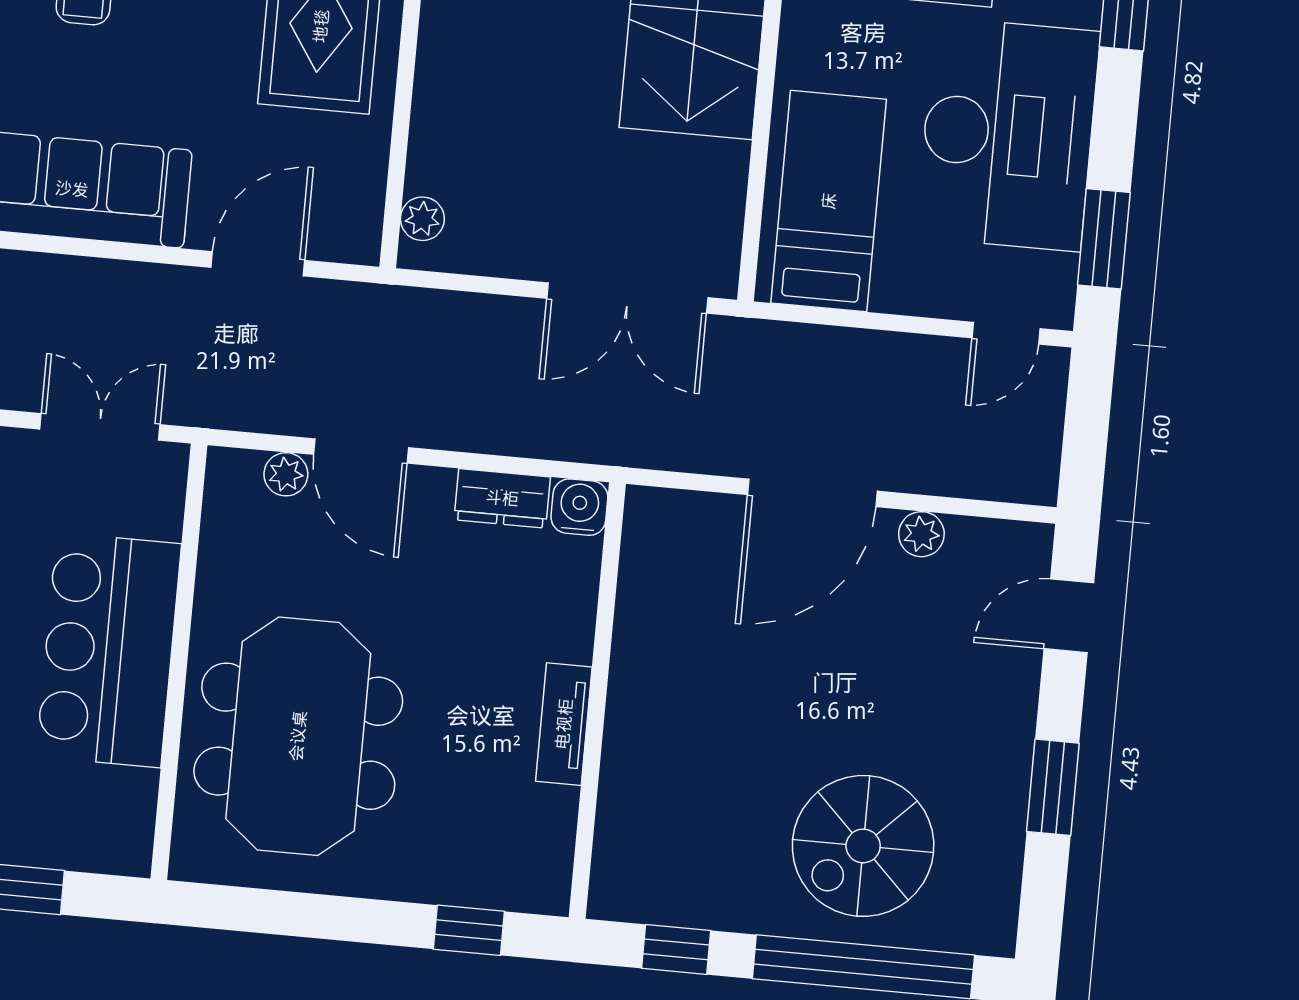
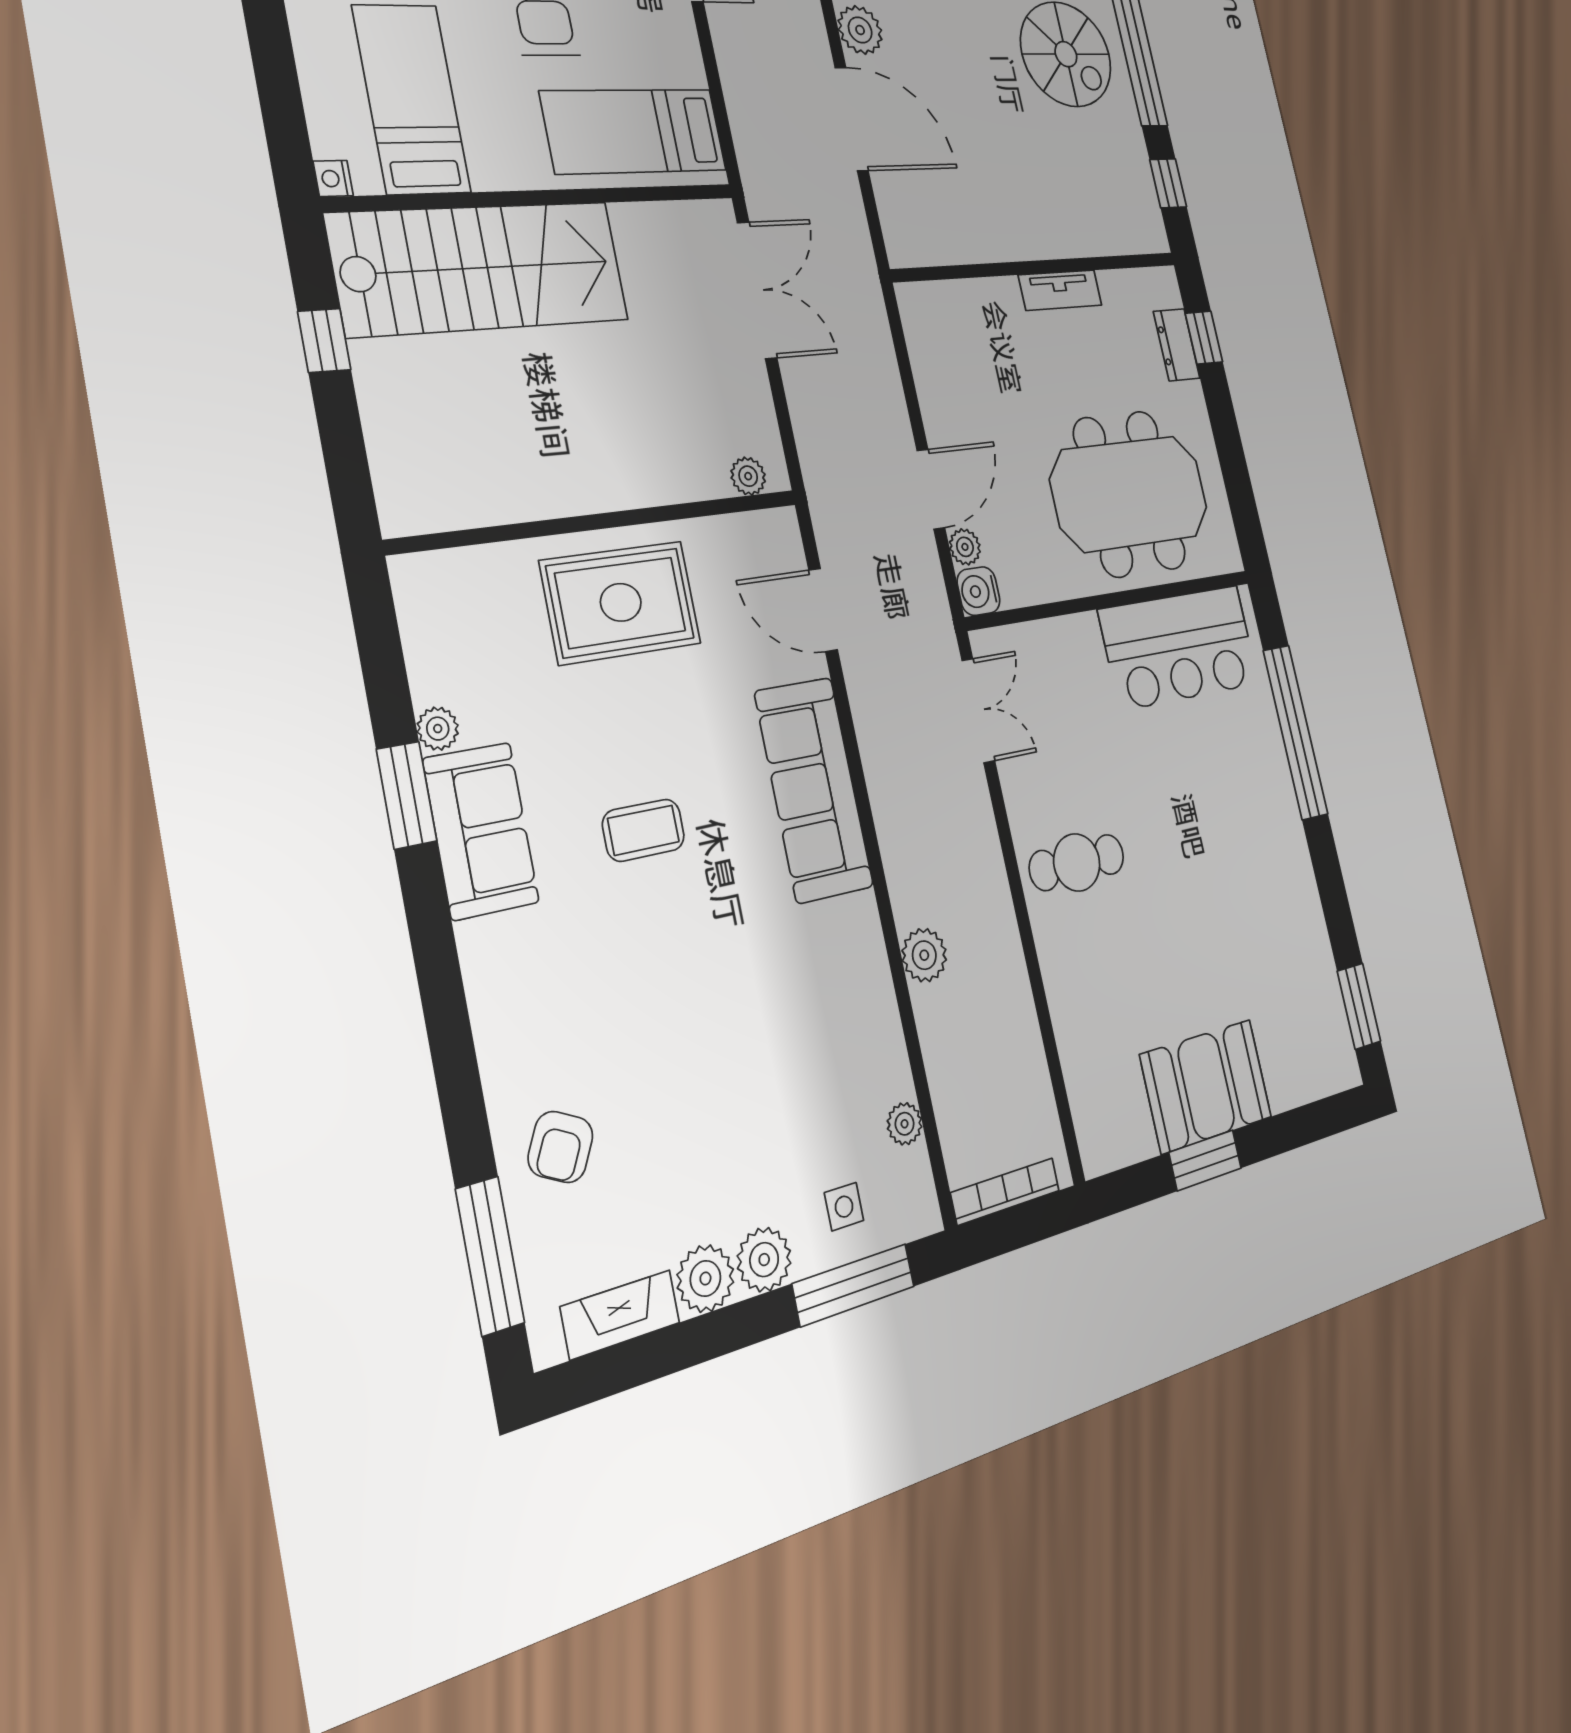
double door: (100, 427) -> (978, 711), swing flipped
dresser: (502, 498) -> (1177, 345), moved, turned 180
water cooler: (579, 507) -> (978, 591), moved
plant: (921, 534) -> (860, 30), width x1.38, depth x1.38
bar counter: (109, 650) -> (1179, 647), moved

